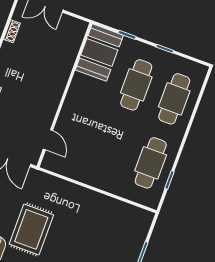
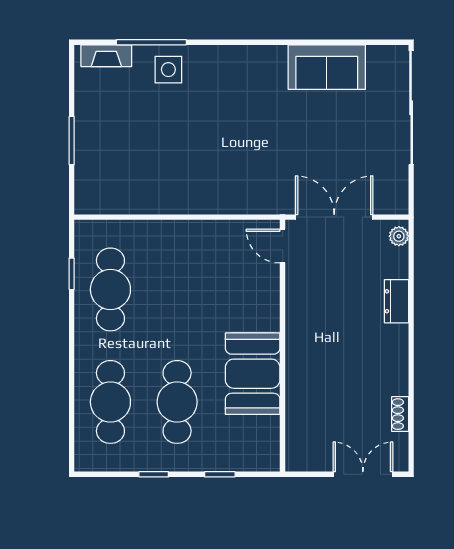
booth: (99, 53) -> (253, 374), moved
door: (48, 140) -> (283, 246), moved
rug: (31, 229) -> (257, 118), removed

